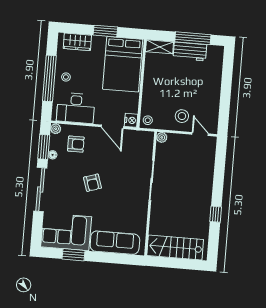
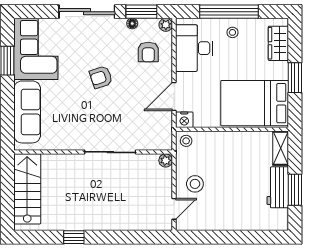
window: (193, 38) -> (295, 190), width x0.69

